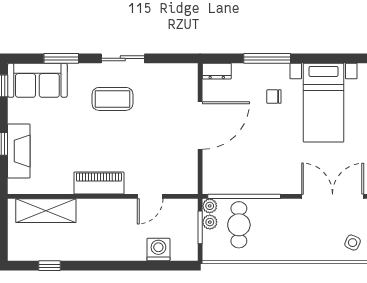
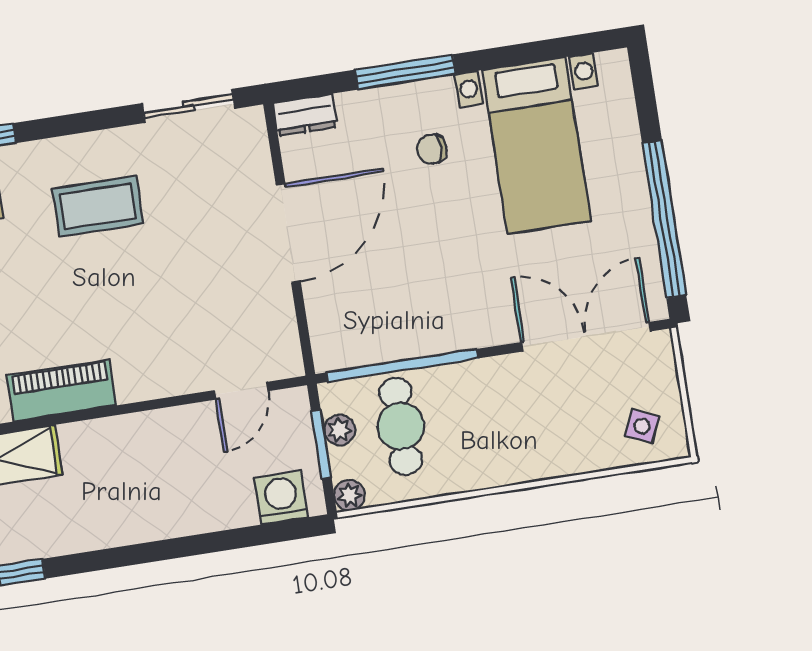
sliding door: (123, 58) -> (188, 106), moved
piano: (99, 183) -> (61, 390), moved
door: (150, 196) -> (241, 391), moved
plant: (210, 206) -> (350, 495), moved
washing machine: (158, 250) -> (281, 497), moved

